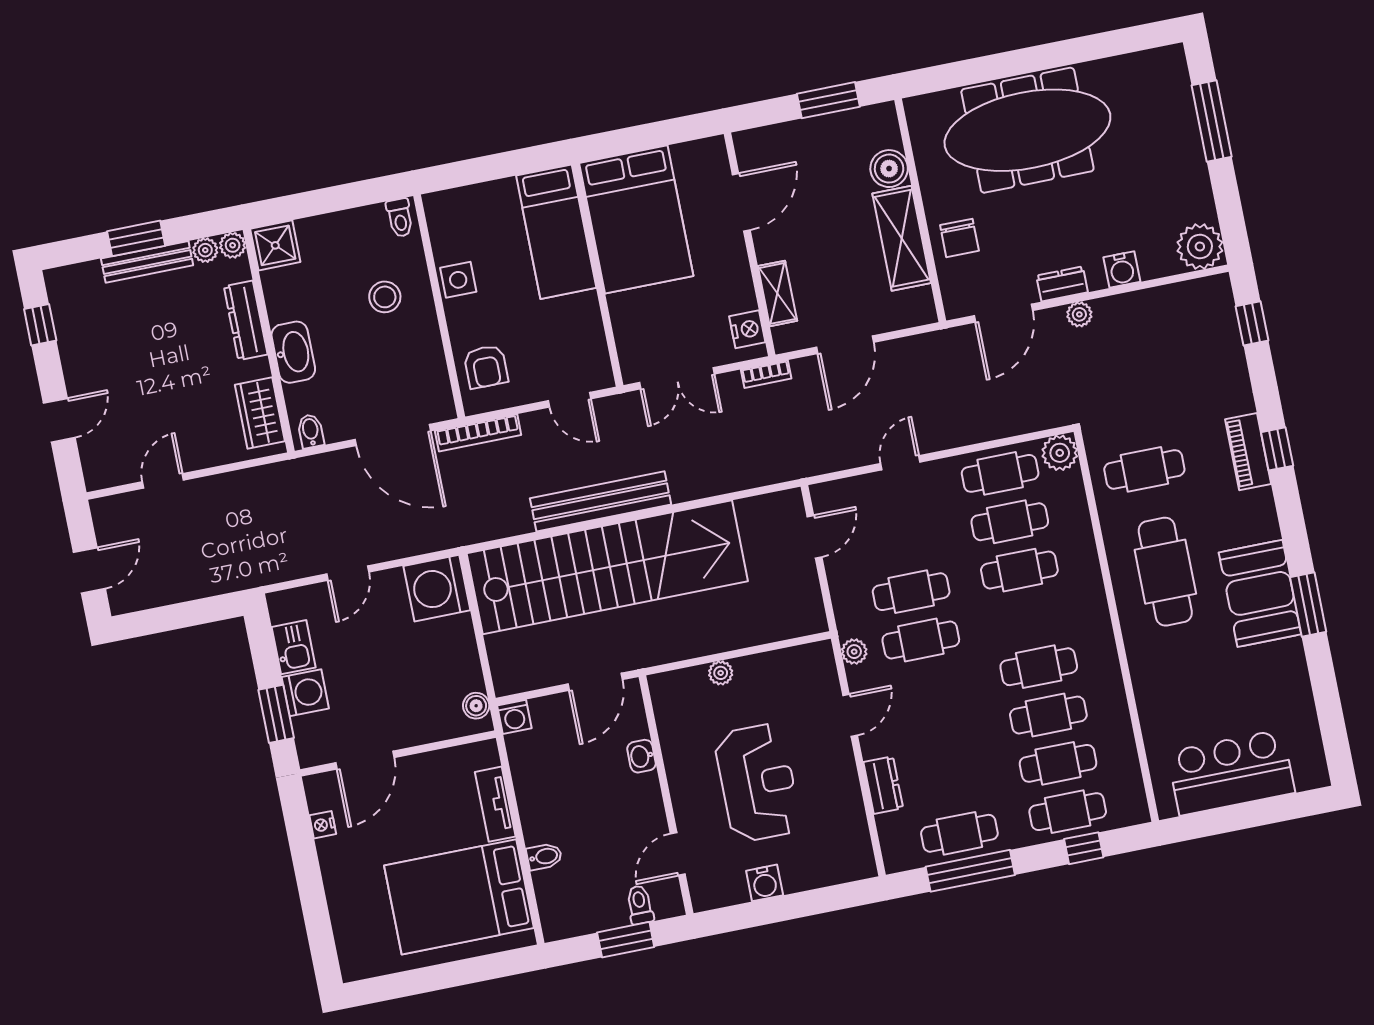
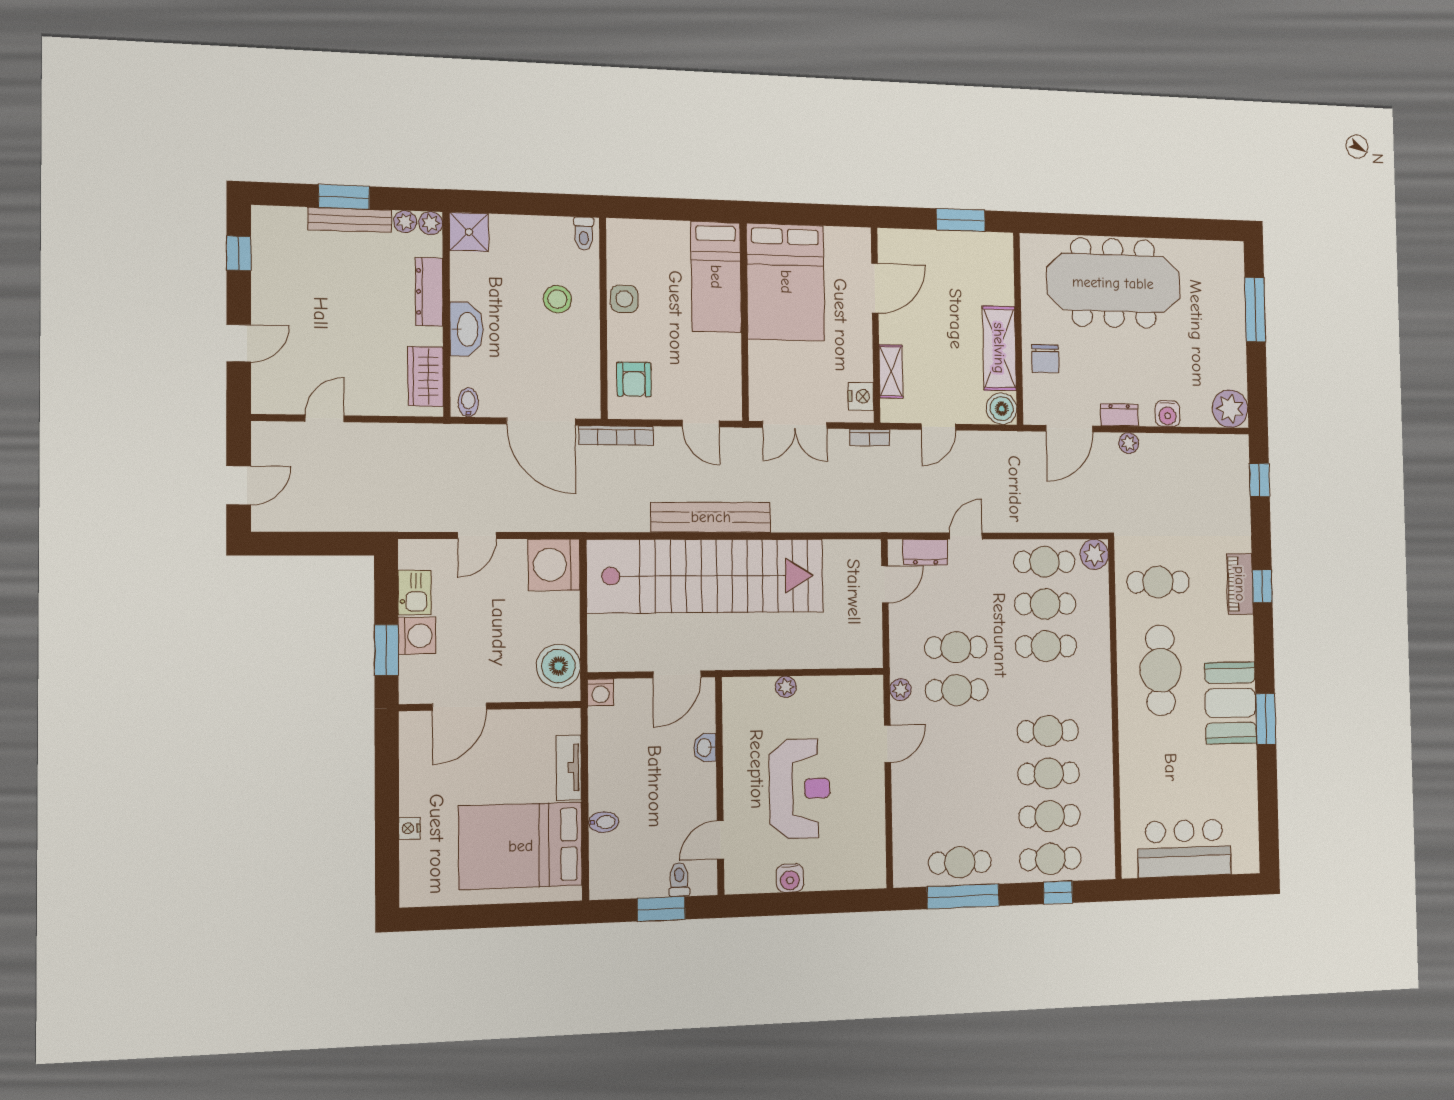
boiler: (889, 169) -> (1002, 409), moved
door: (845, 345) -> (938, 427), width x0.73
boiler: (476, 706) -> (558, 666), width x1.86, depth x1.86
dresser: (883, 785) -> (925, 552), moved, turned 90
nightstand: (323, 825) -> (410, 828), moved

